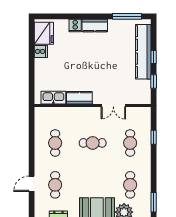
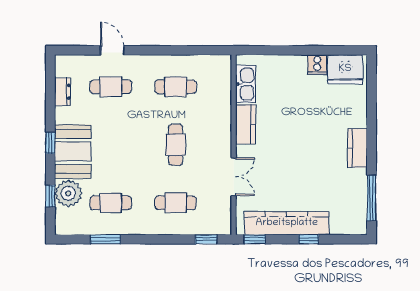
cooker: (75, 25) -> (357, 118), removed
kitchen counter: (143, 52) -> (287, 223), moved
window: (154, 82) -> (255, 239), moved
double door: (113, 105) -> (234, 177), swing flipped
window: (154, 137) -> (206, 239), moved
window: (154, 202) -> (105, 239), moved

